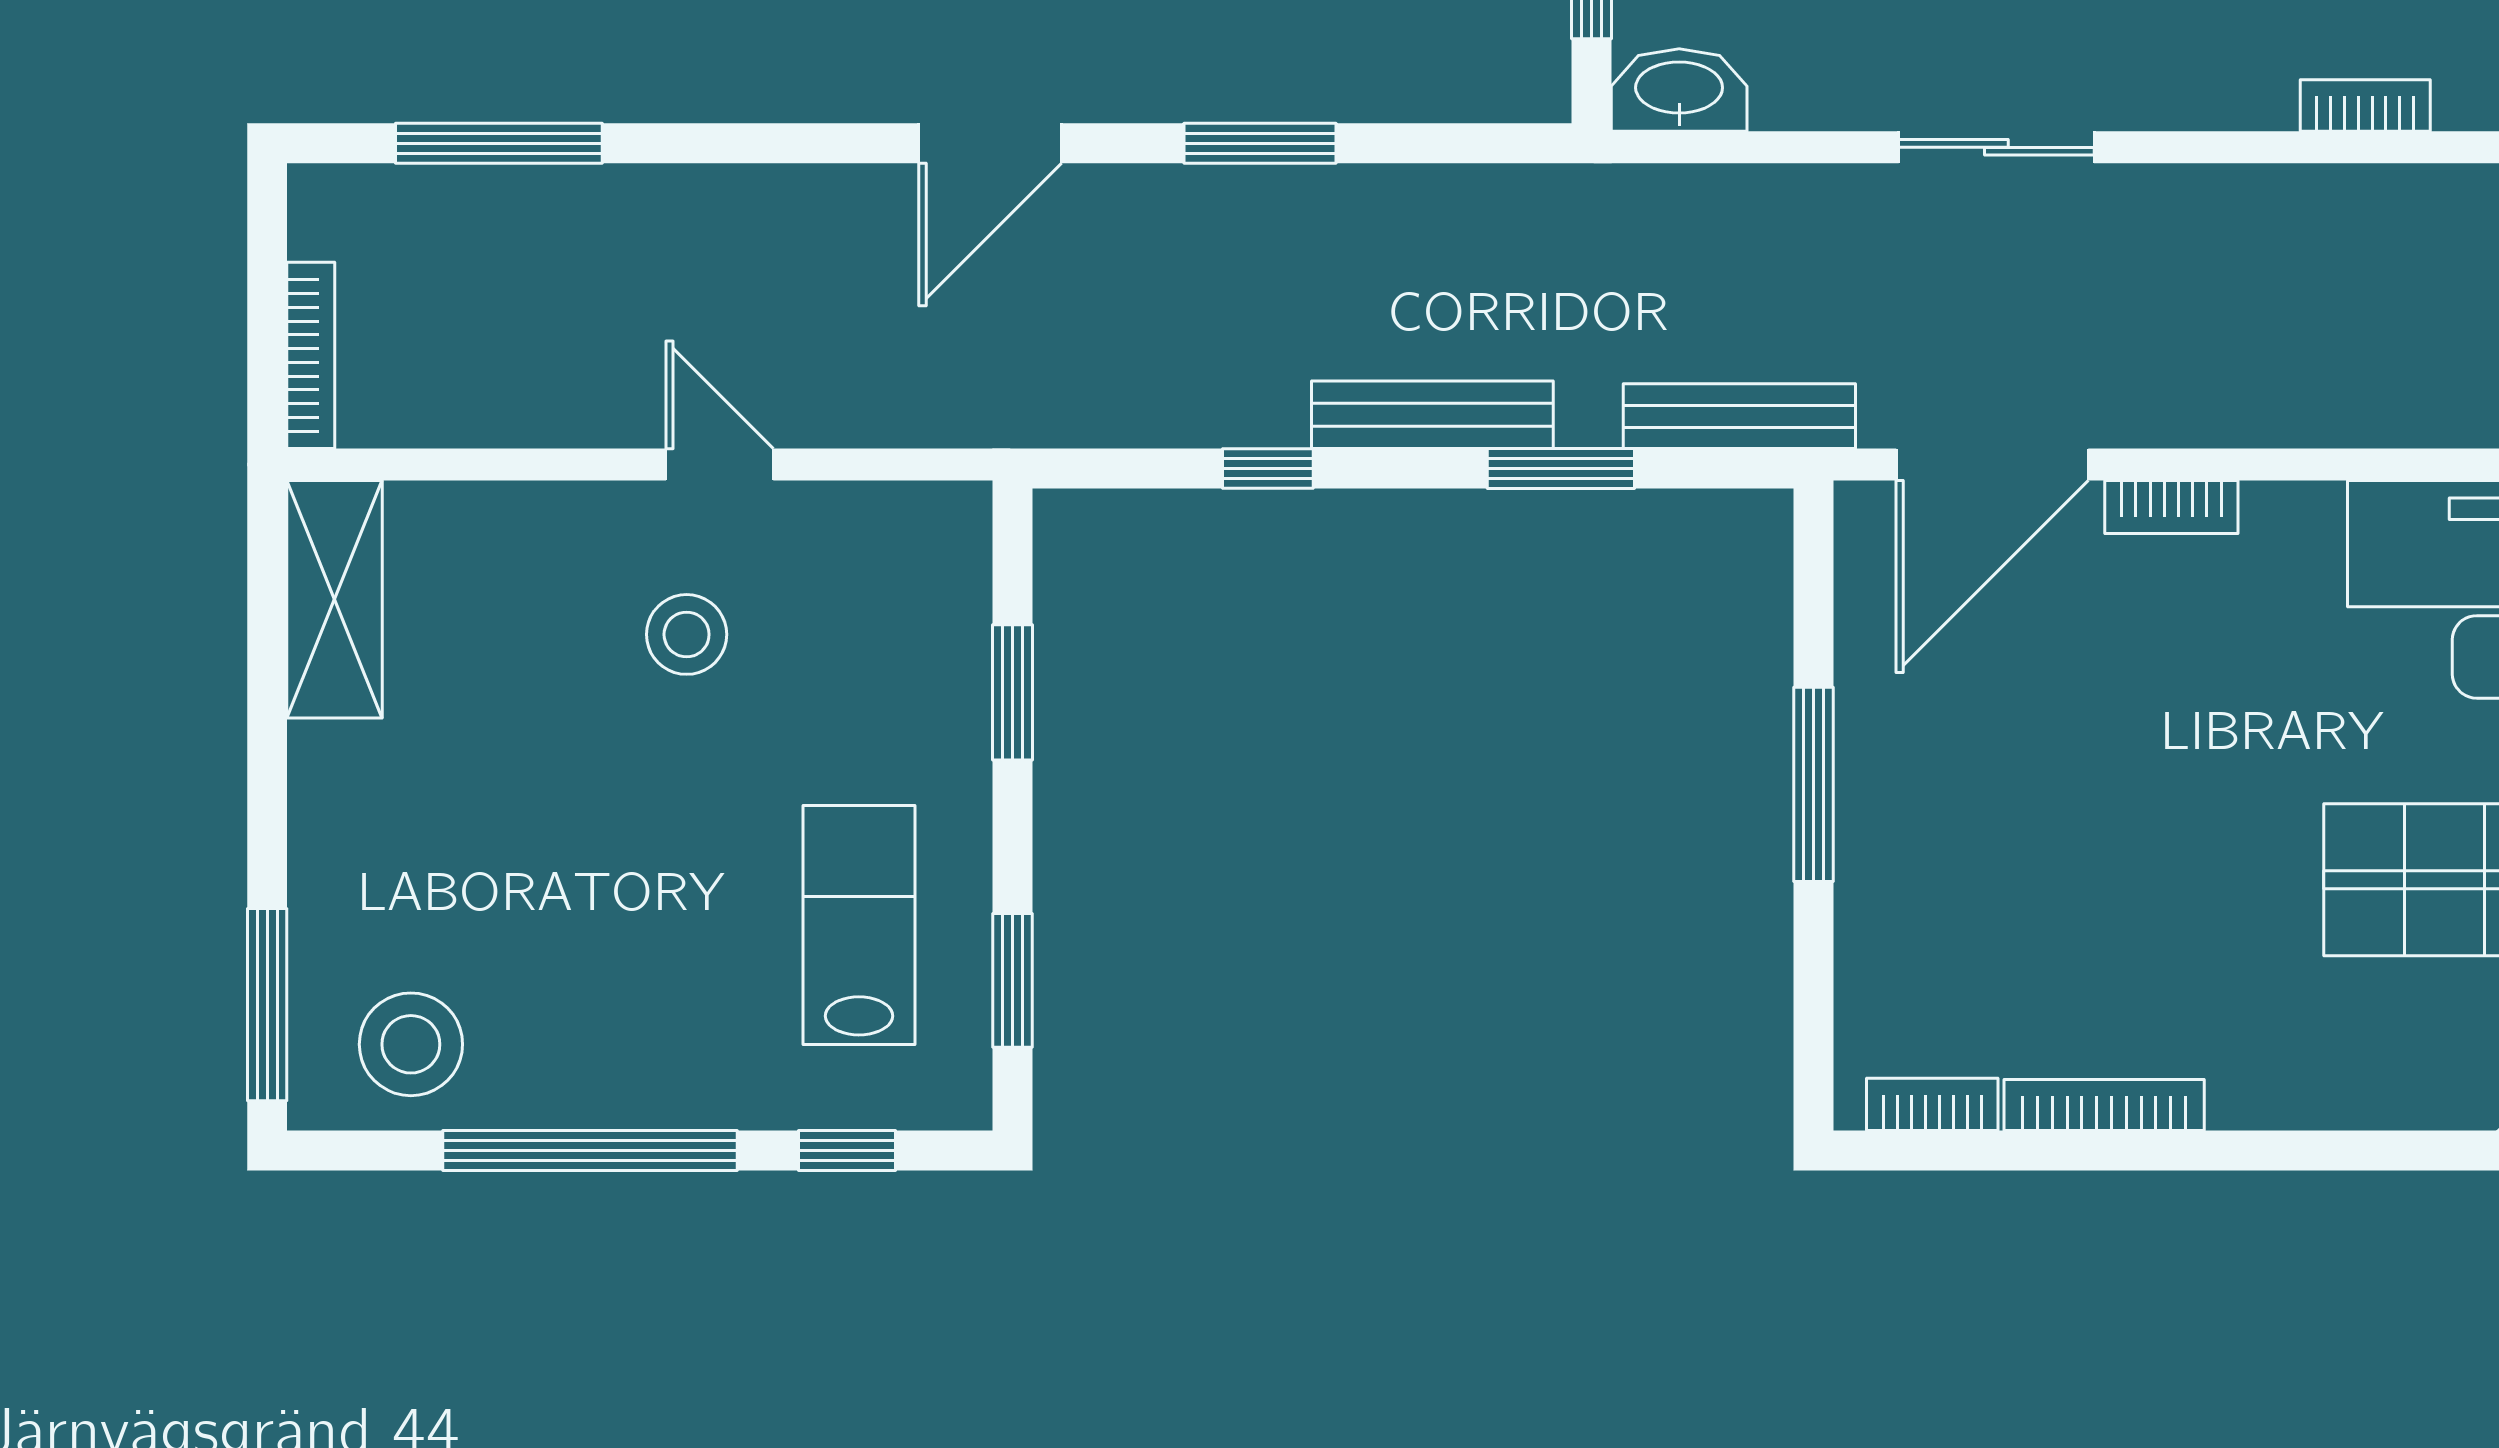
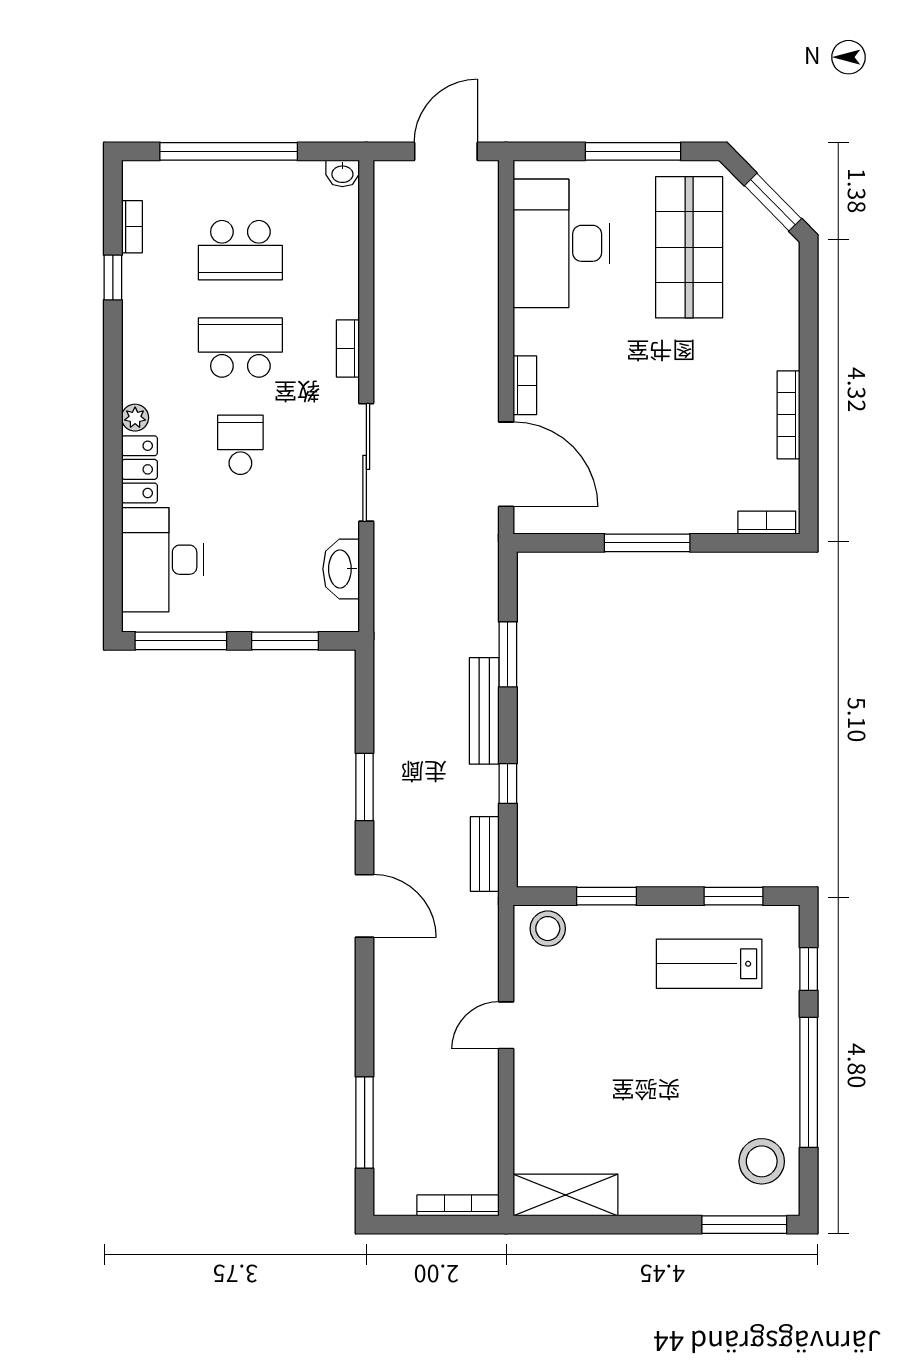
washbasin: (1679, 90) -> (341, 569), moved
bookcase: (2365, 105) -> (348, 349), moved
sliding door: (1996, 147) -> (366, 462), width x1.37
bench: (1739, 416) -> (485, 854), moved, width x0.73
stool: (687, 634) -> (548, 929), moved
bookcase: (1932, 1104) -> (767, 523), moved, turned 90

